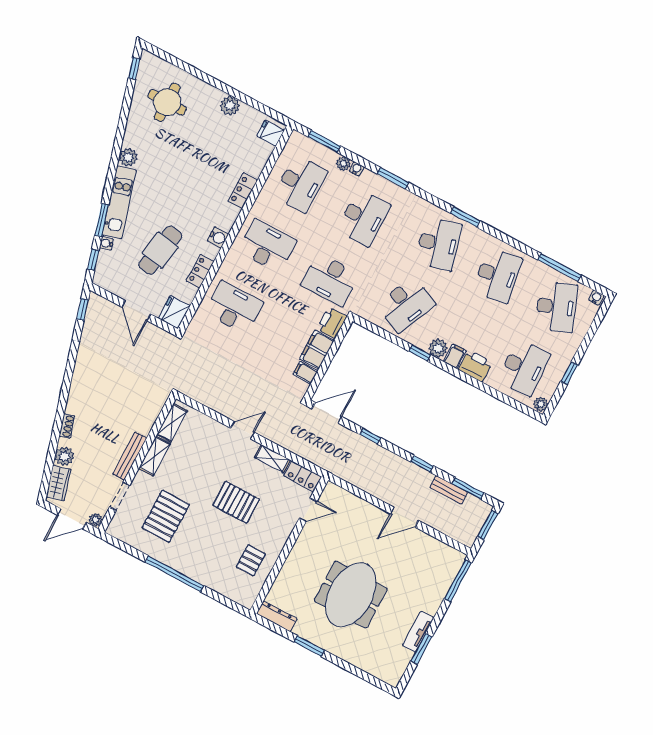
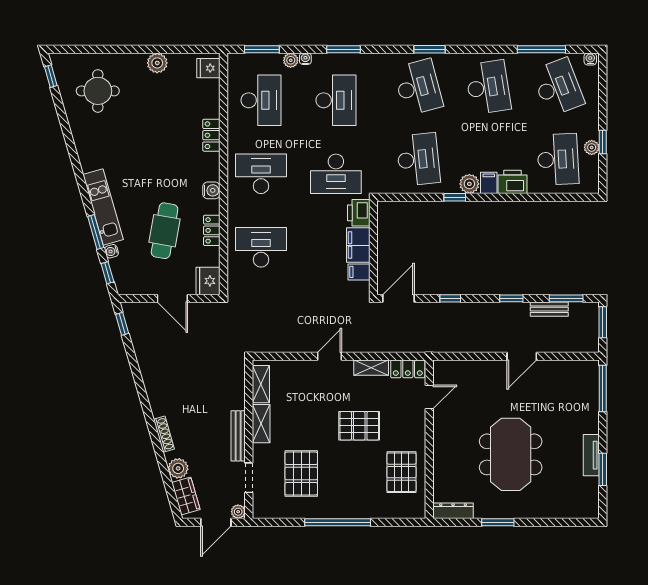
plant: (128, 157) -> (89, 161), removed
desk: (406, 305) -> (418, 159), turned -30
plant: (541, 404) -> (592, 147), moved
shoe rack: (67, 426) -> (164, 434), width x1.43
pallet: (251, 560) -> (402, 472), width x1.50, depth x1.42

